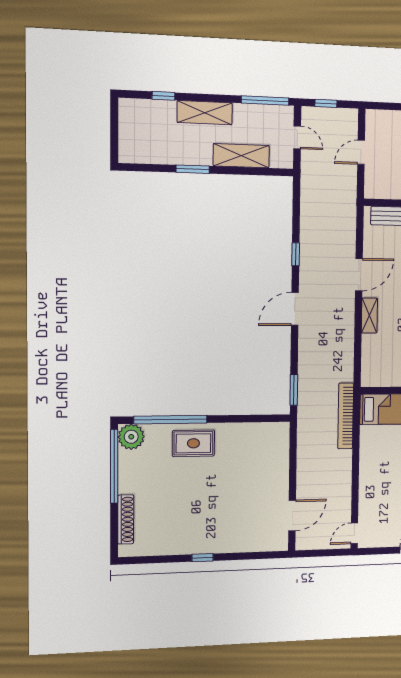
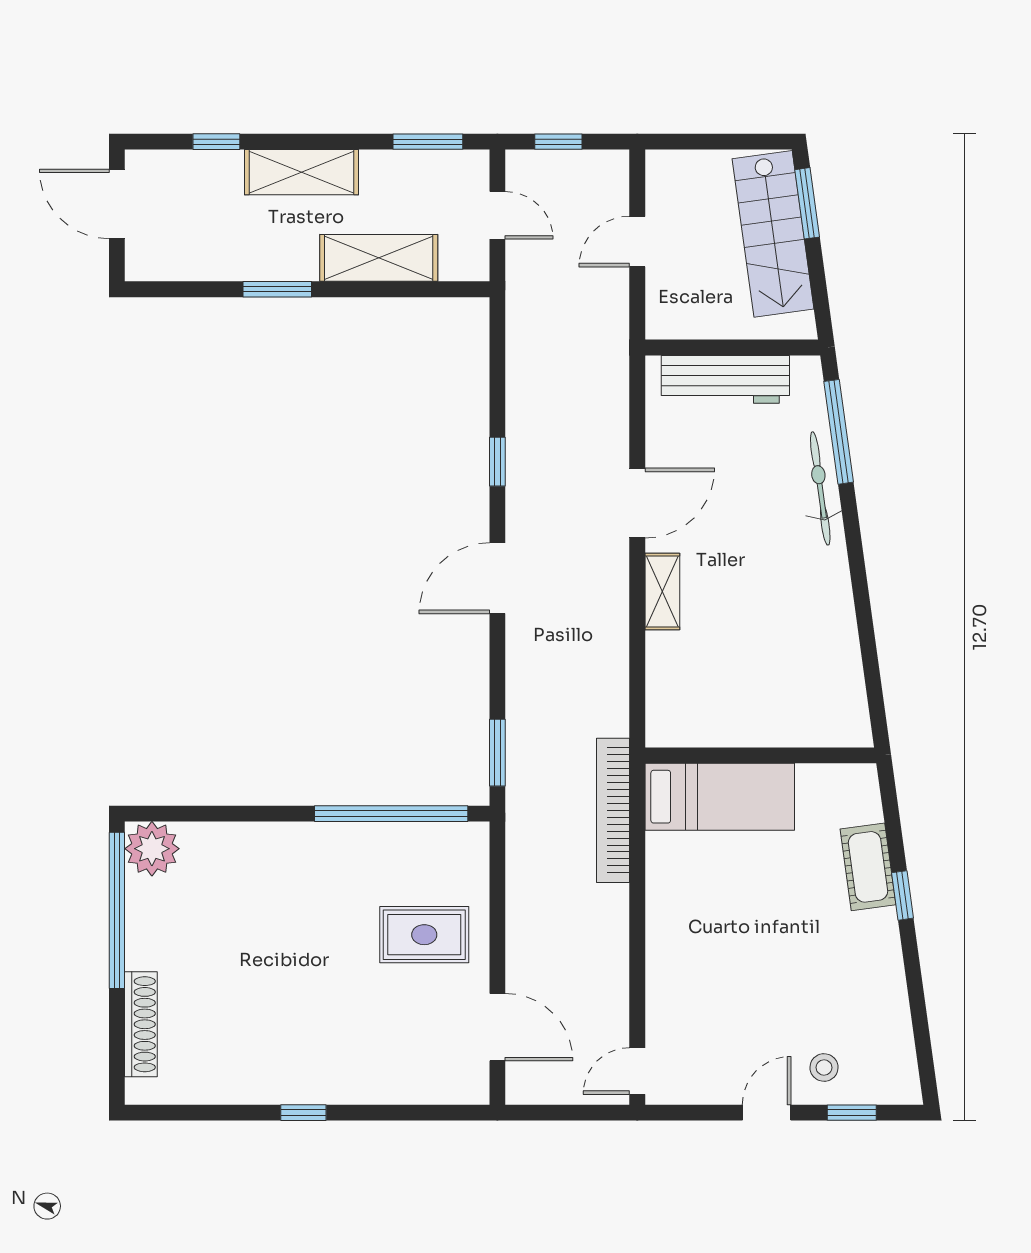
window: (265, 101) -> (428, 142), width x0.69
door: (114, 124) -> (117, 204), added
window: (171, 420) -> (391, 814), moved
rug: (193, 443) -> (424, 935), moved
door: (292, 516) -> (497, 1027), hinge flipped

